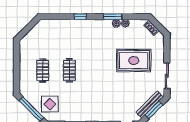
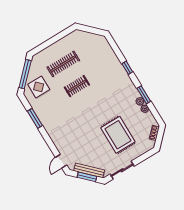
clothes rail: (43, 70) -> (63, 64), width x1.36

